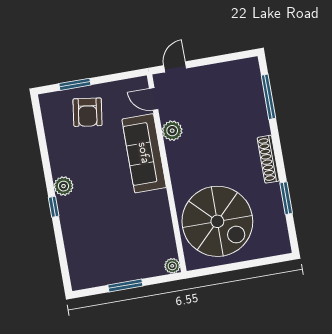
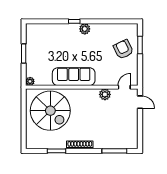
armchair: (88, 112) -> (123, 49), turned 56
sofa: (144, 153) -> (74, 77), moved
spiral stairs: (217, 221) -> (50, 111), turned -90

